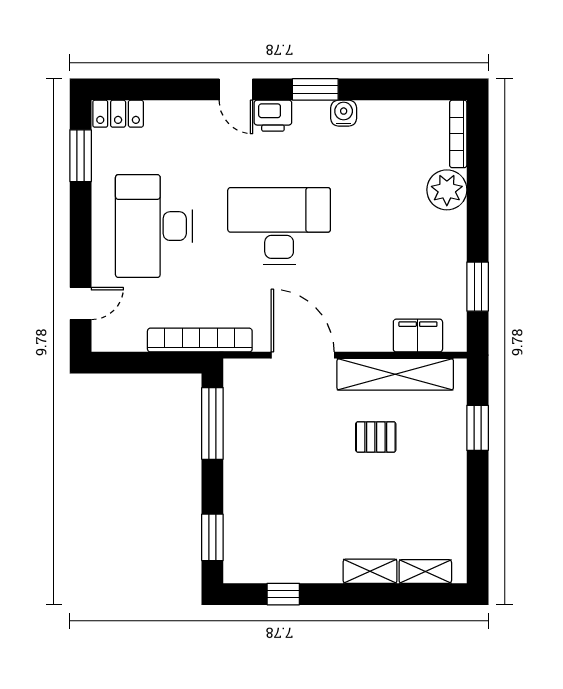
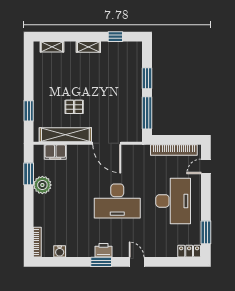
water cooler: (344, 113) -> (60, 251), moved
printer: (273, 116) -> (104, 250), moved
plant: (447, 190) -> (42, 185), moved
bookcase: (200, 340) -> (174, 150), moved
window: (212, 537) -> (147, 78), moved
shelving: (370, 571) -> (88, 47), moved

